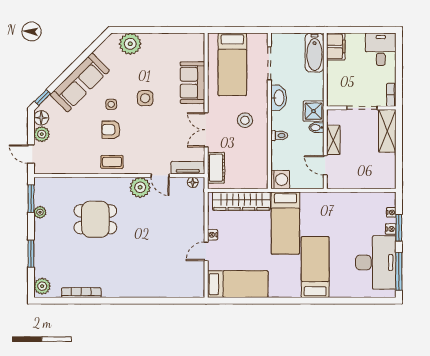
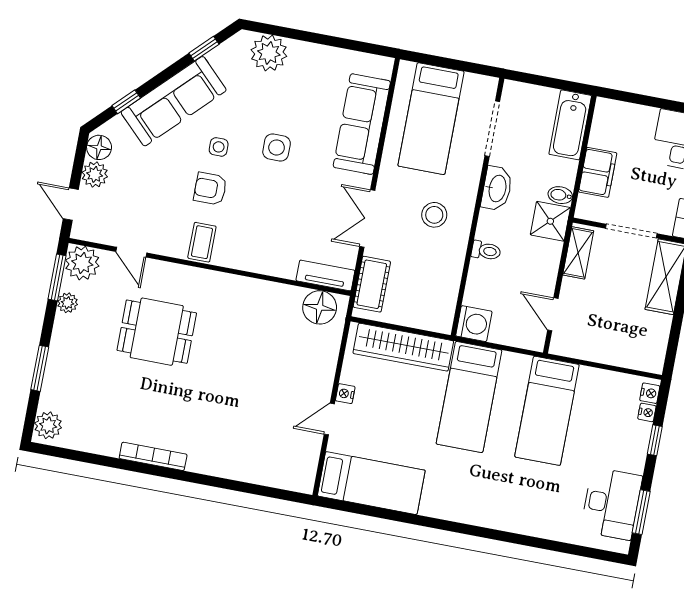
filing cabinet: (336, 46) -> (598, 172), moved
window: (92, 48) -> (204, 49), added
sofa: (192, 83) -> (362, 124), width x1.36
window: (43, 98) -> (126, 102), moved
bidet: (316, 128) -> (560, 195), moved
shelving: (333, 140) -> (578, 253), moved
coffee table: (112, 162) -> (202, 242), turned 90
door: (160, 176) -> (131, 252), moved
floor lamp: (193, 182) -> (320, 307), width x1.89, depth x1.89
plant: (140, 187) -> (82, 263), moved
window: (399, 228) -> (655, 440), width x0.67
nightstand: (391, 229) -> (650, 393), moved
desk: (376, 262) -> (611, 504), width x0.73, depth x0.77
bed: (315, 267) -> (547, 411), moved, turned 180
window: (399, 271) -> (641, 512), width x0.69
bookcase: (81, 293) -> (153, 456), moved

